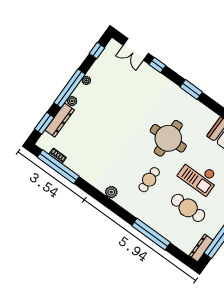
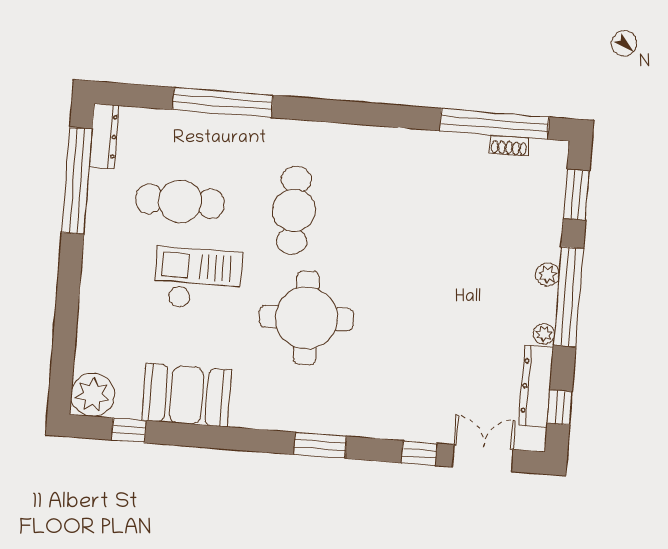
dresser: (60, 120) -> (536, 386), moved
cafe table: (149, 180) -> (294, 210), width x1.37, depth x1.35
plant: (111, 192) -> (355, 138), removed

